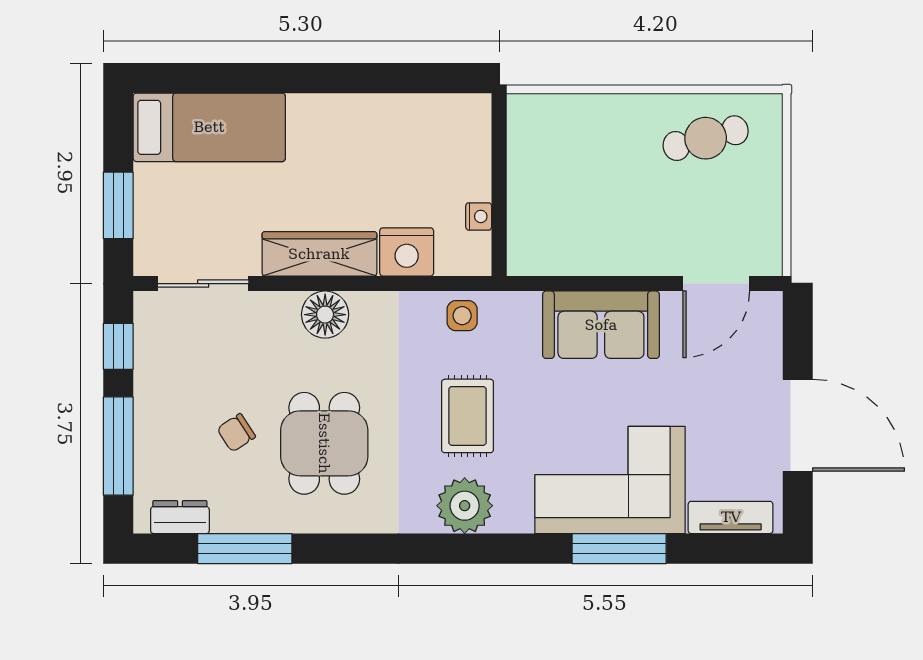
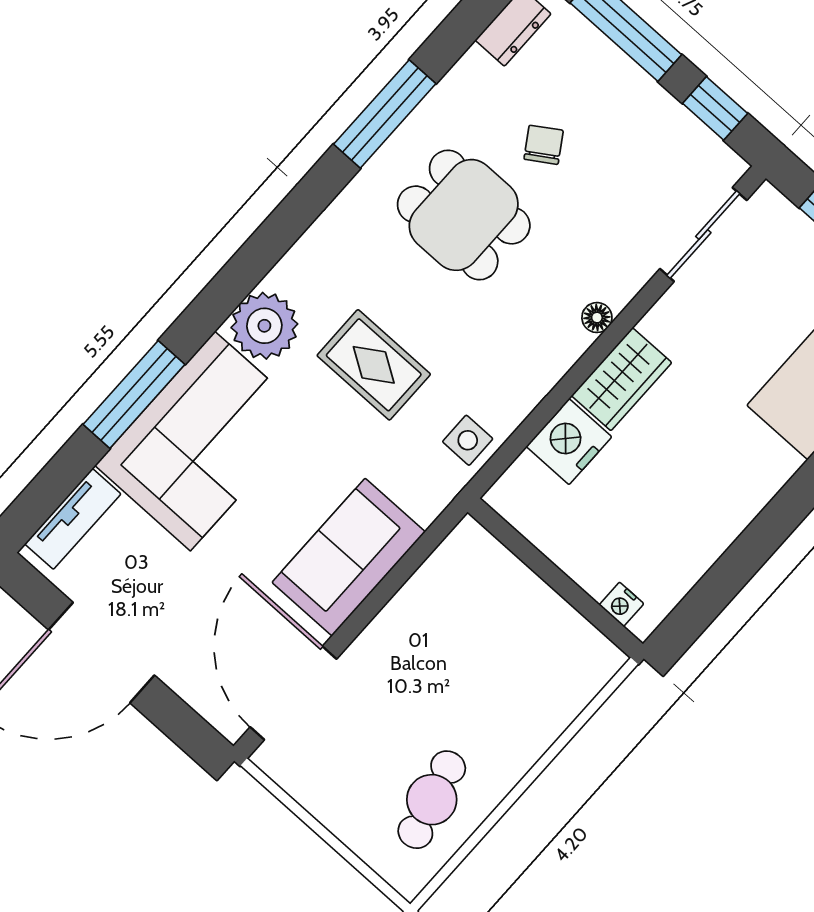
nightstand: (479, 216) -> (621, 604), moved
wardrobe: (319, 254) -> (622, 379), width x0.67
door: (716, 284) -> (293, 693), width x1.36
floor lamp: (325, 315) -> (597, 318), width x0.53, depth x0.53
plant: (465, 506) -> (264, 326), moved
window: (245, 549) -> (385, 114), moved

